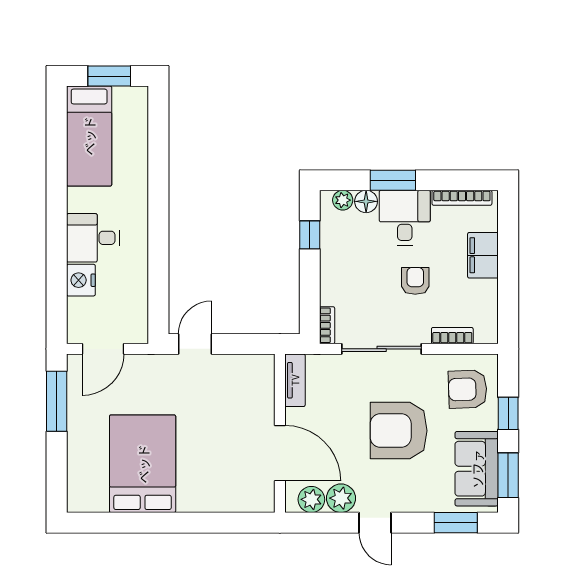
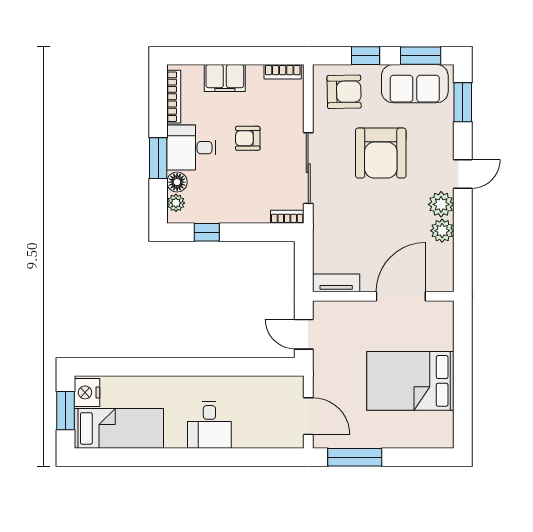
nightstand: (81, 280) -> (87, 392), moved, turned 90
bookcase: (452, 336) -> (283, 72), moved, turned -90
tv unit: (295, 380) -> (336, 283), moved
armchair: (468, 389) -> (344, 92), turned -89
wall: (280, 433) -> (383, 296), moved
door: (280, 453) -> (401, 296), moved

